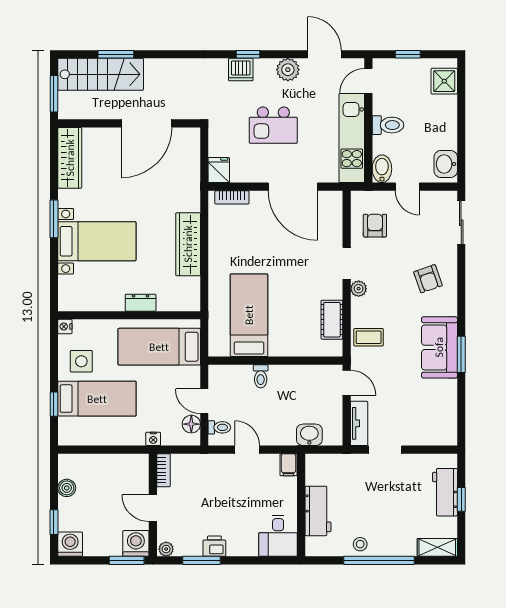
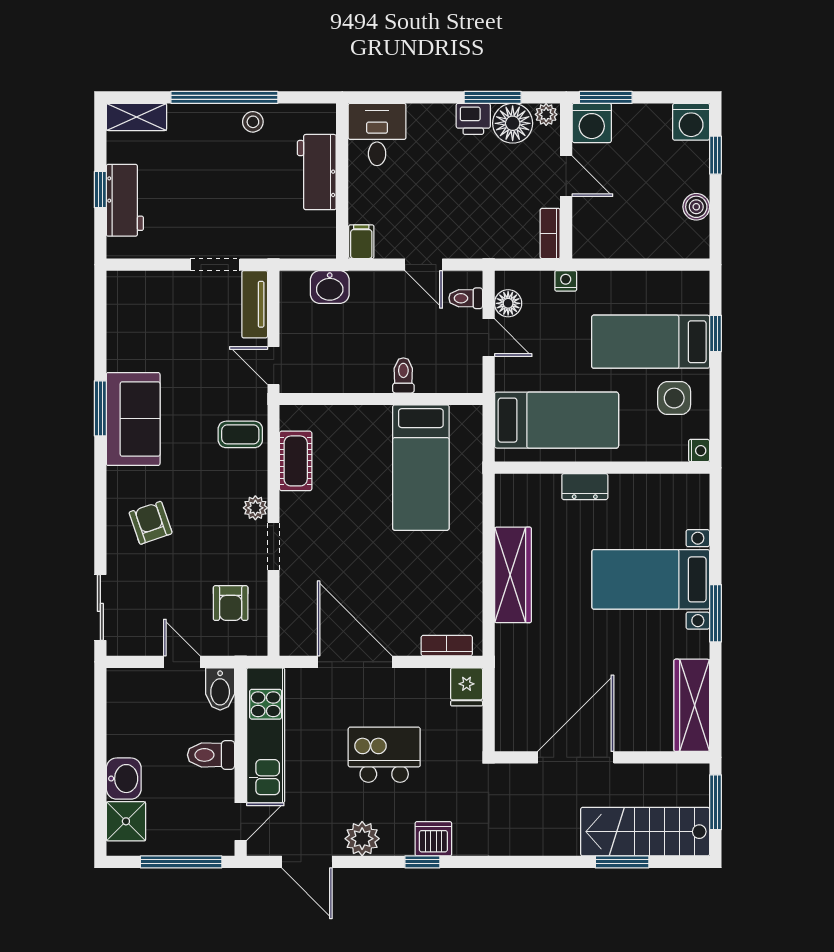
window: (408, 54) -> (181, 862), width x2.17
washbasin: (446, 164) -> (124, 779), moved
floor lamp: (188, 543) -> (513, 123), added

